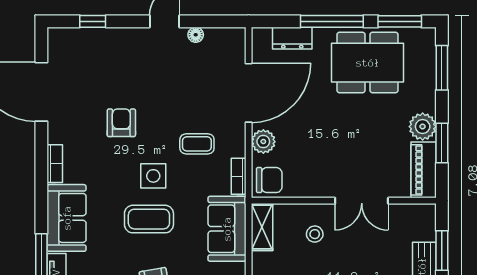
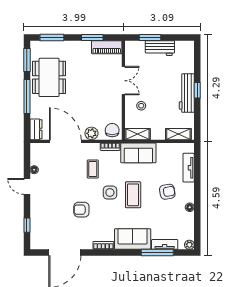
dresser: (292, 38) -> (36, 129), moved
plant: (423, 127) -> (83, 48), removed

